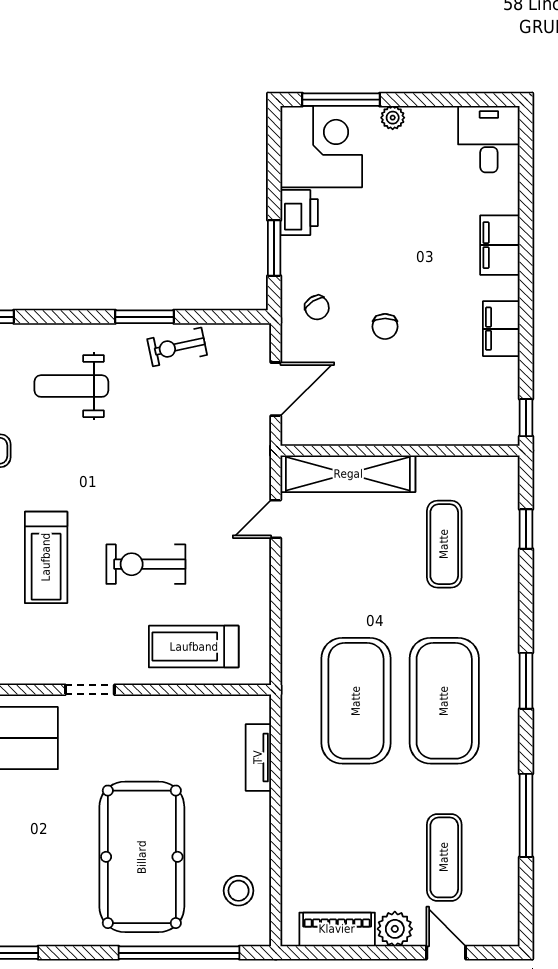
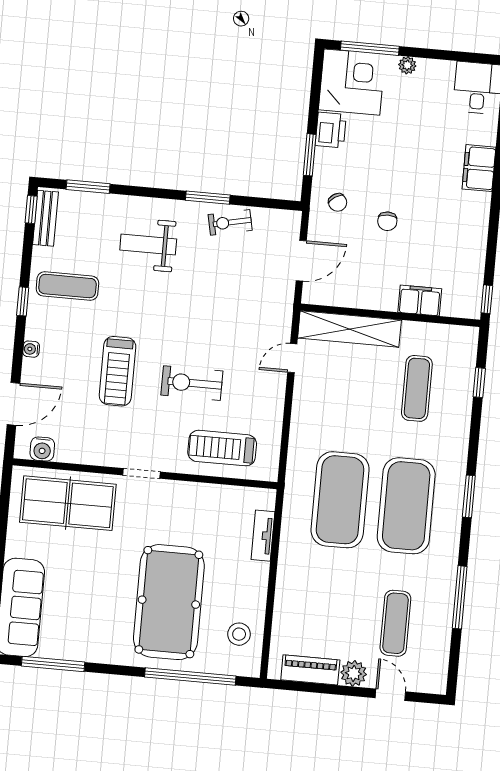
filing cabinet: (501, 329) -> (420, 300), moved, turned 90

